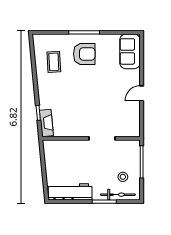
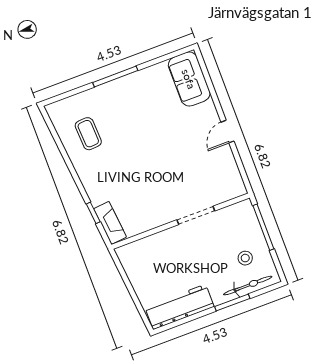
armchair: (84, 54) -> (127, 107), removed

